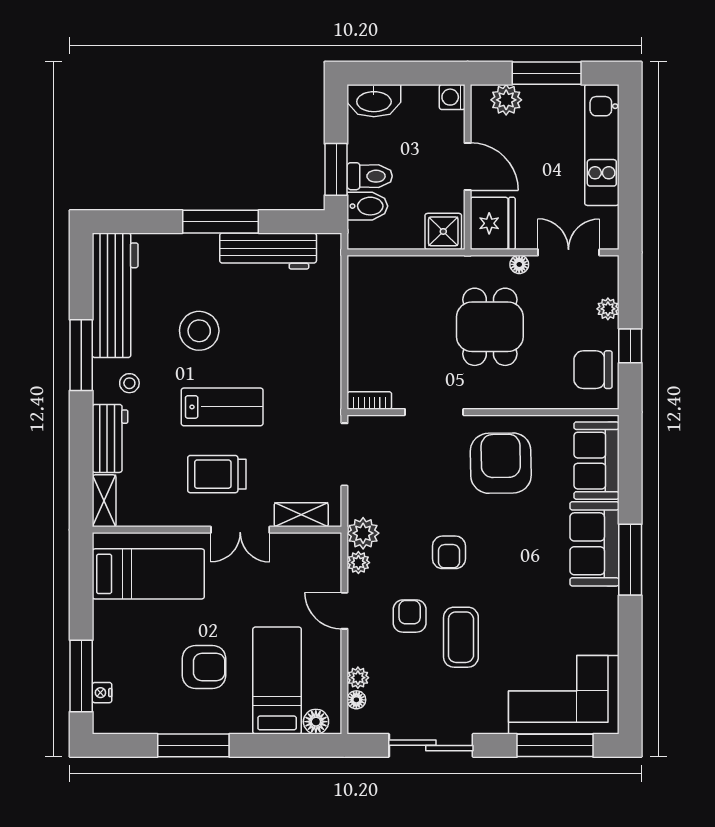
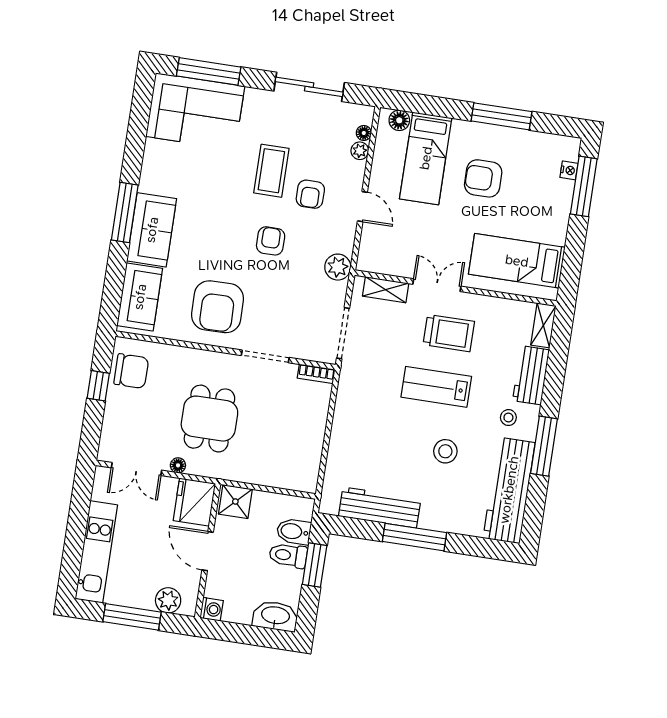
plant: (608, 309) -> (112, 418), removed
stool: (199, 331) -> (445, 451), width x0.73, depth x0.73
plant: (358, 563) -> (345, 244), removed

